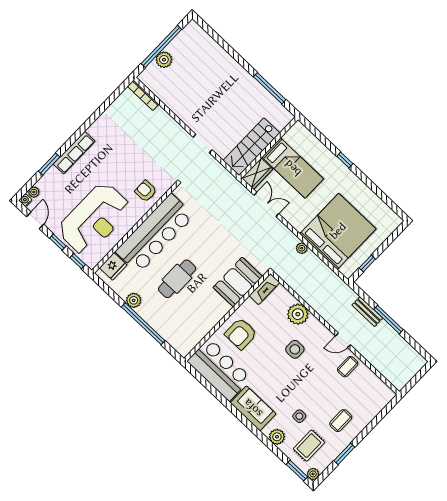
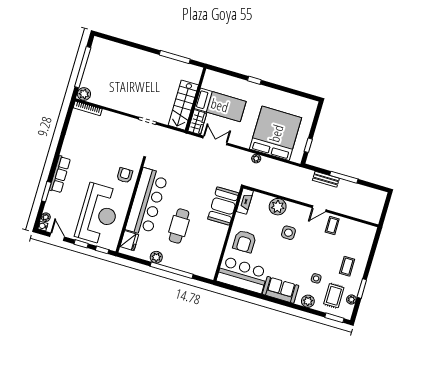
plant: (164, 60) -> (84, 94), moved
armchair: (146, 191) -> (125, 175), turned 90
plant: (313, 474) -> (351, 300), moved

